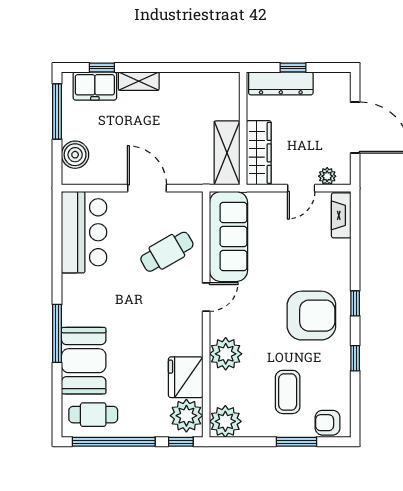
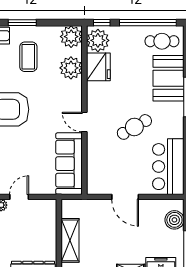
shelving: (227, 153) -> (70, 240), moved
wardrobe: (259, 153) -> (48, 221), removed
cafe table: (167, 252) -> (134, 127), moved
door: (206, 297) -> (84, 122), hinge flipped
plant: (226, 354) -> (71, 68), moved

